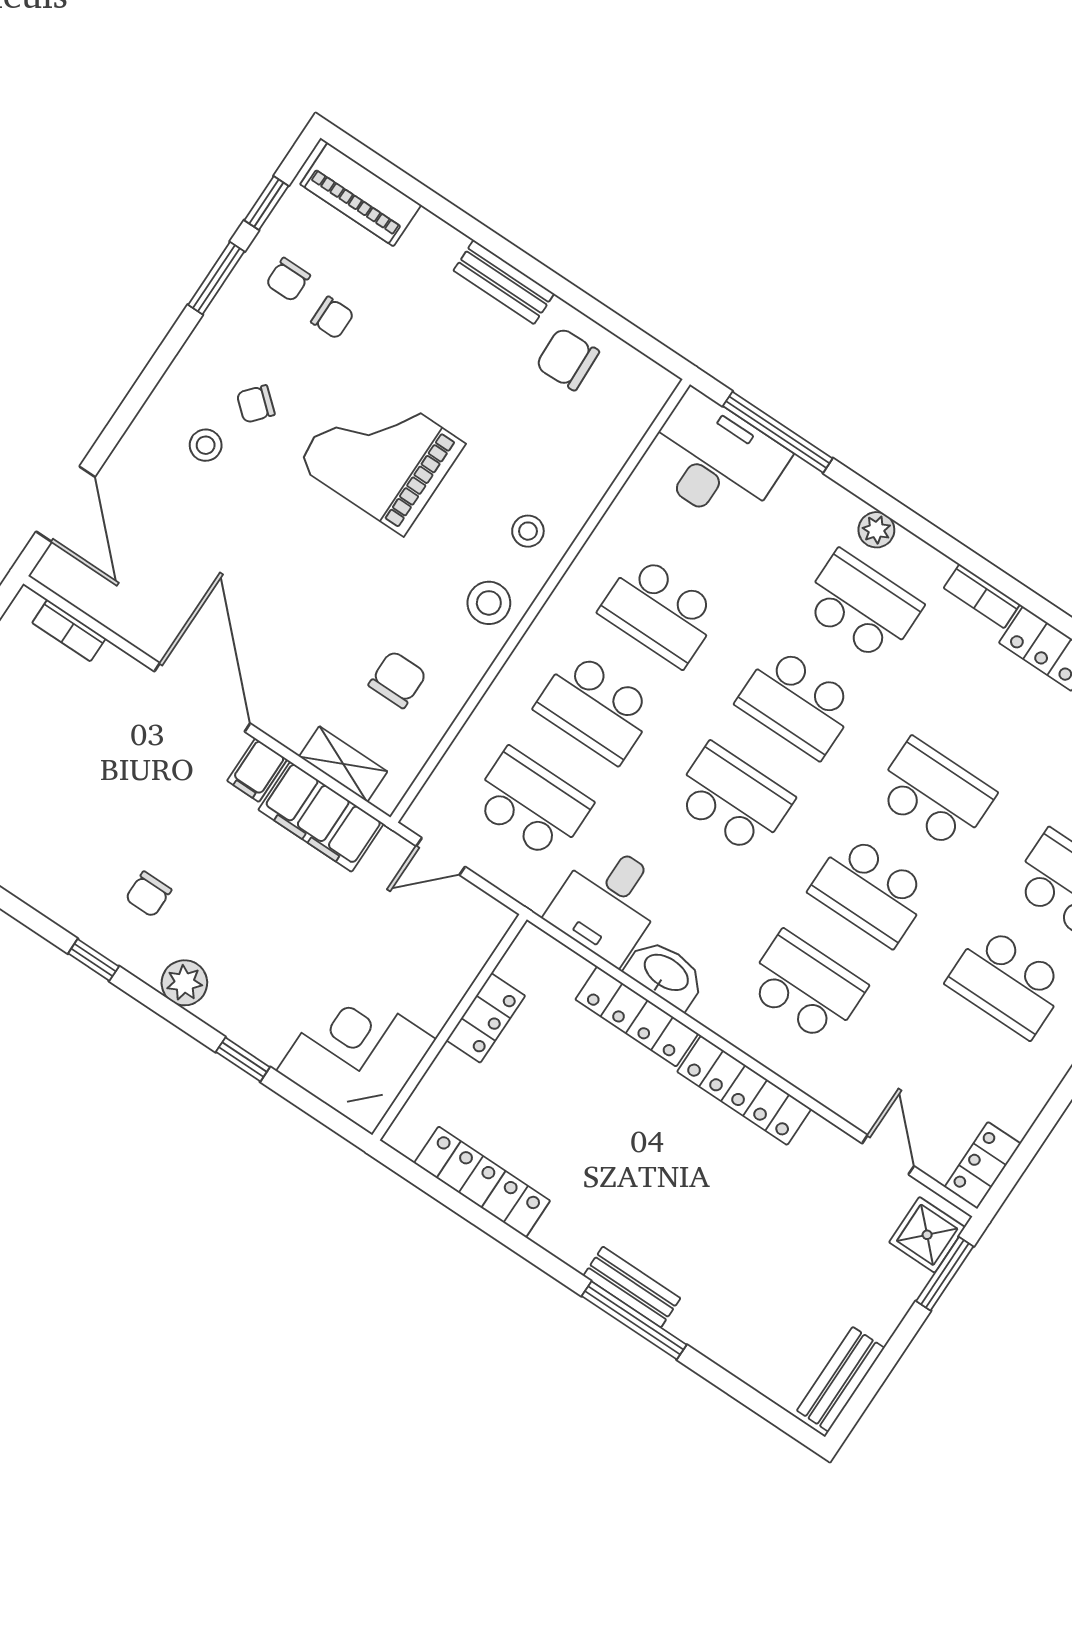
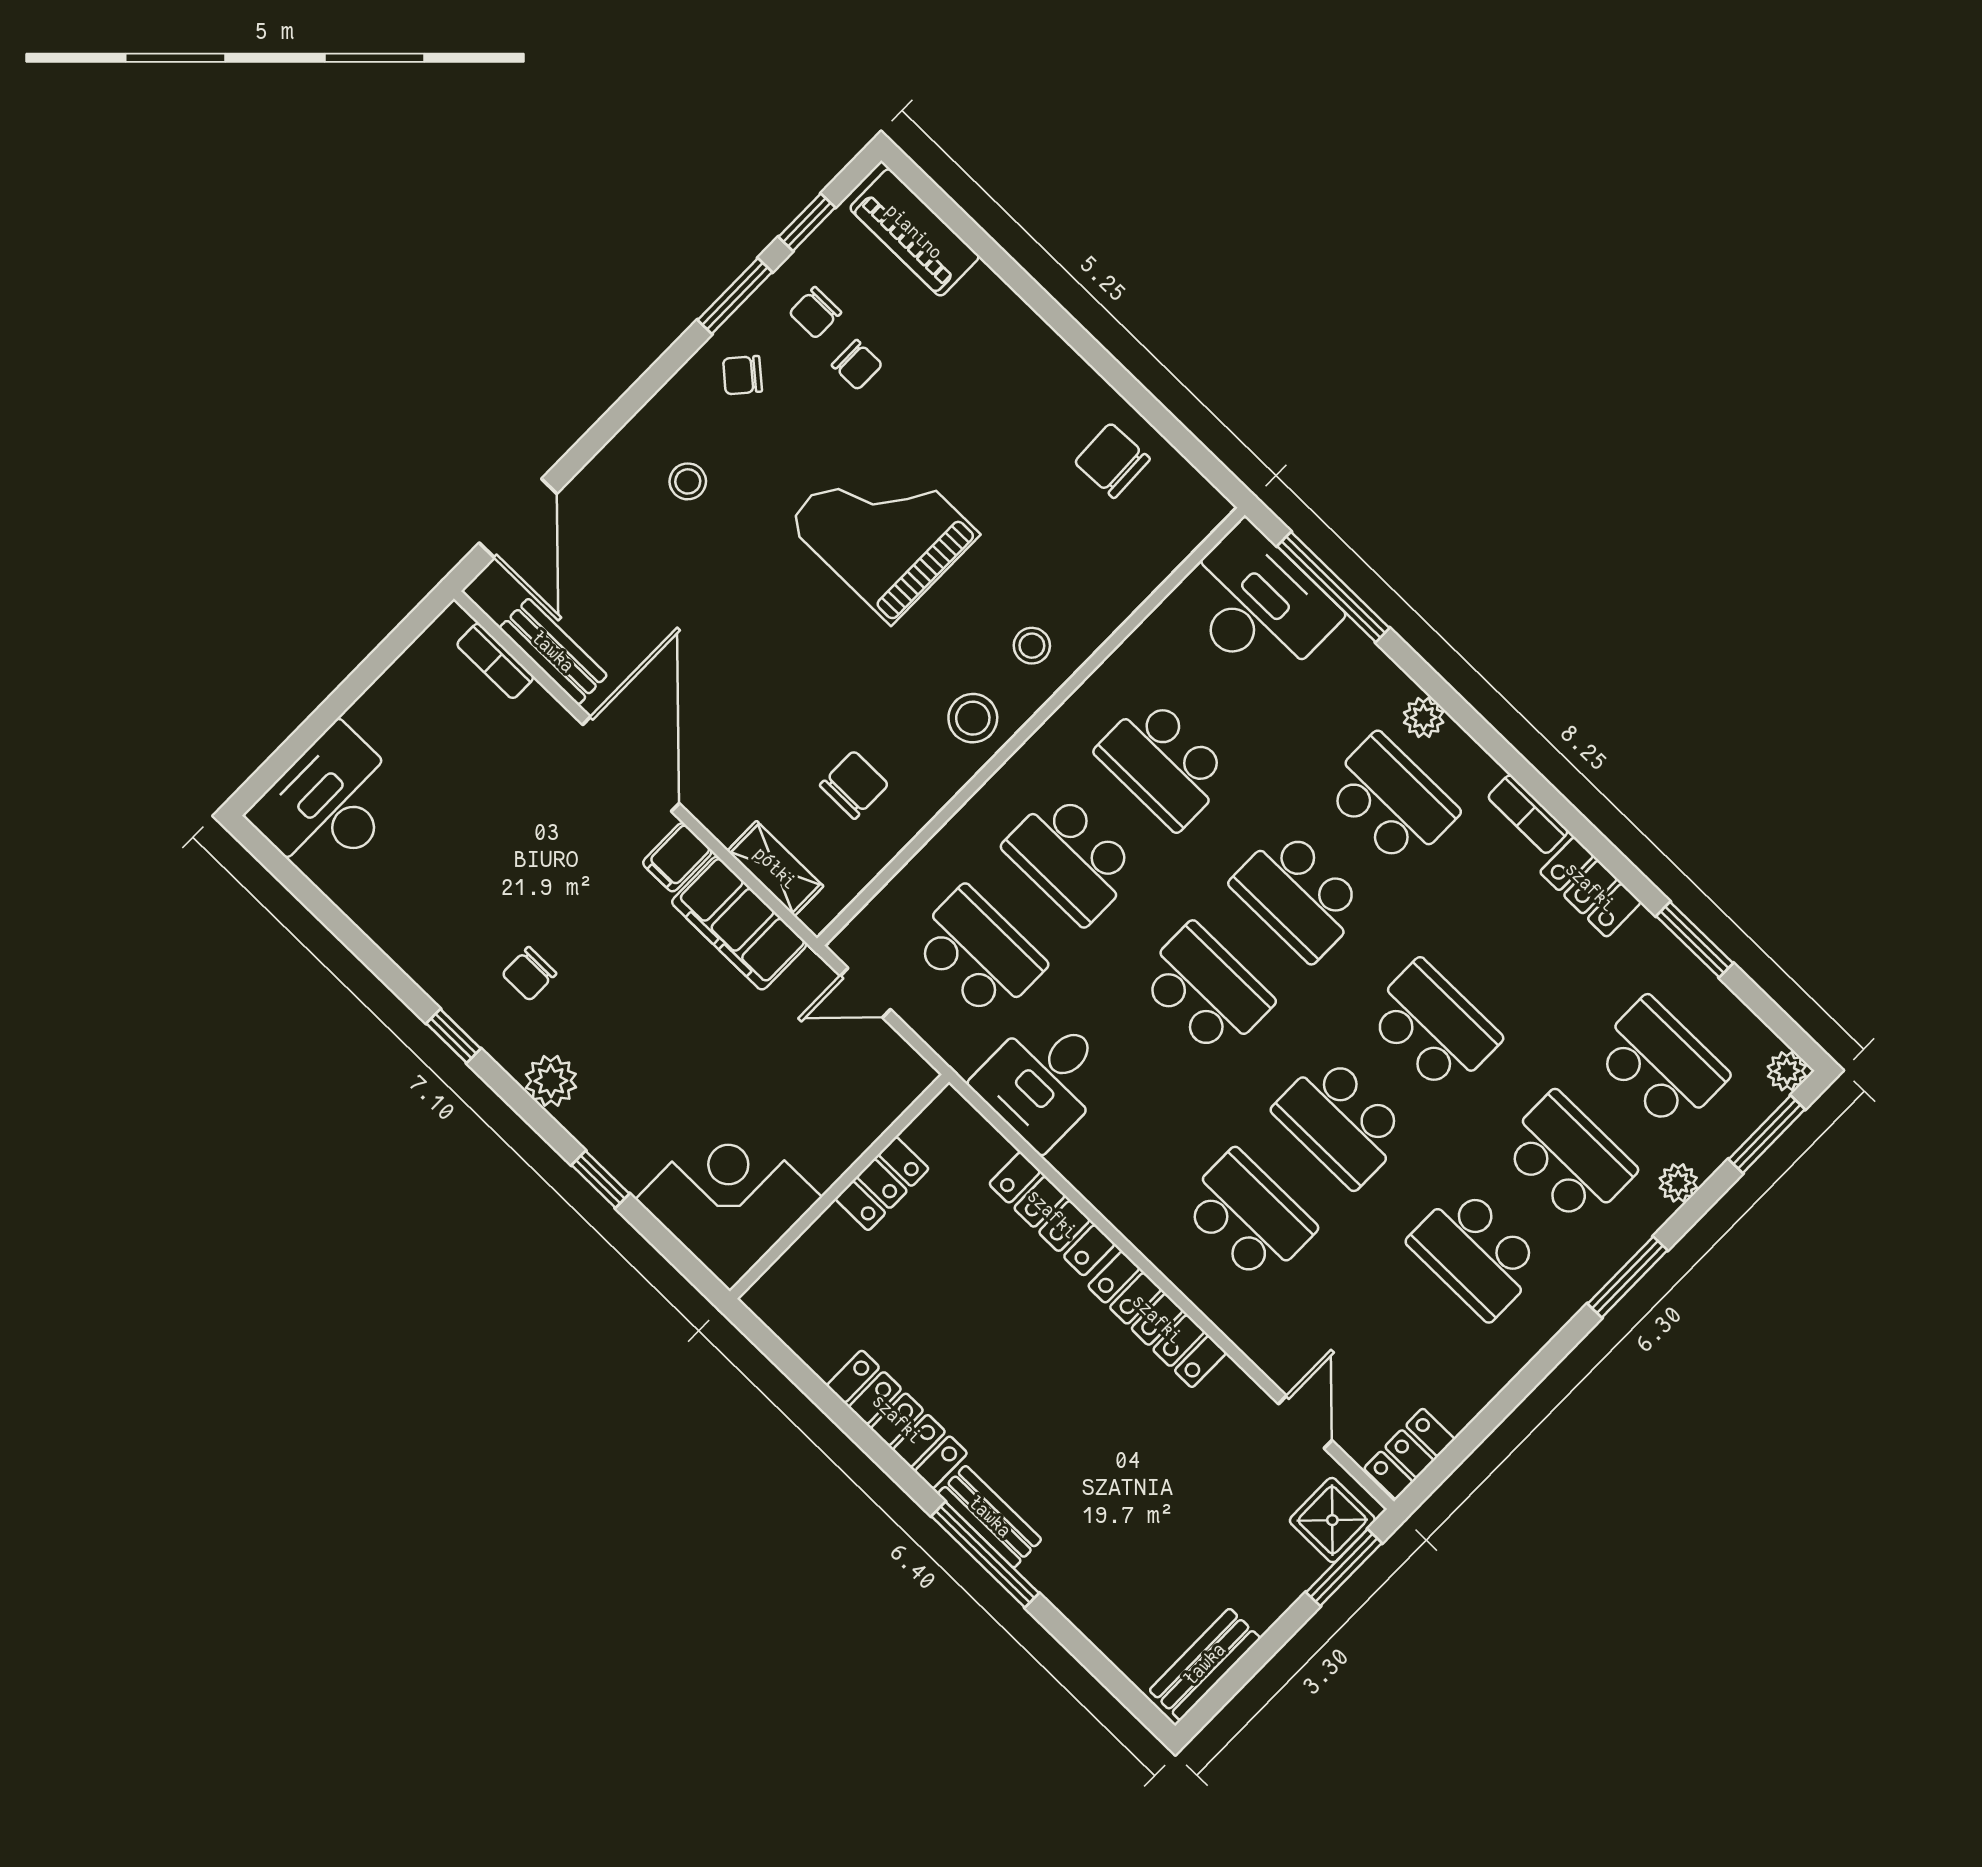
bench: (504, 282) -> (553, 652), moved
chair: (256, 404) -> (742, 375), moved
washbasin: (666, 974) -> (1093, 1172), removed
locker: (482, 1182) -> (897, 1419), moved

